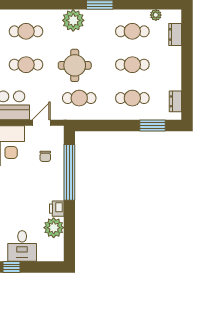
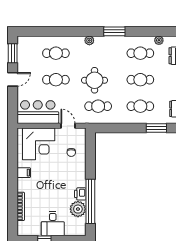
plant: (73, 20) -> (89, 40), width x0.53, depth x0.53
door: (41, 123) -> (68, 126), hinge flipped
window: (69, 172) -> (90, 201), moved

